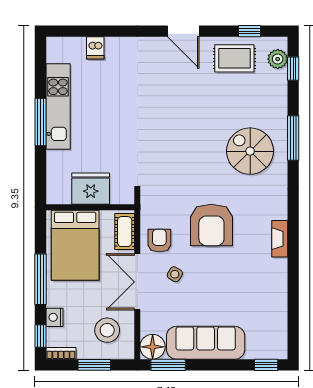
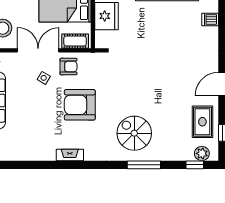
spiral stairs: (250, 151) -> (134, 133), turned -90

